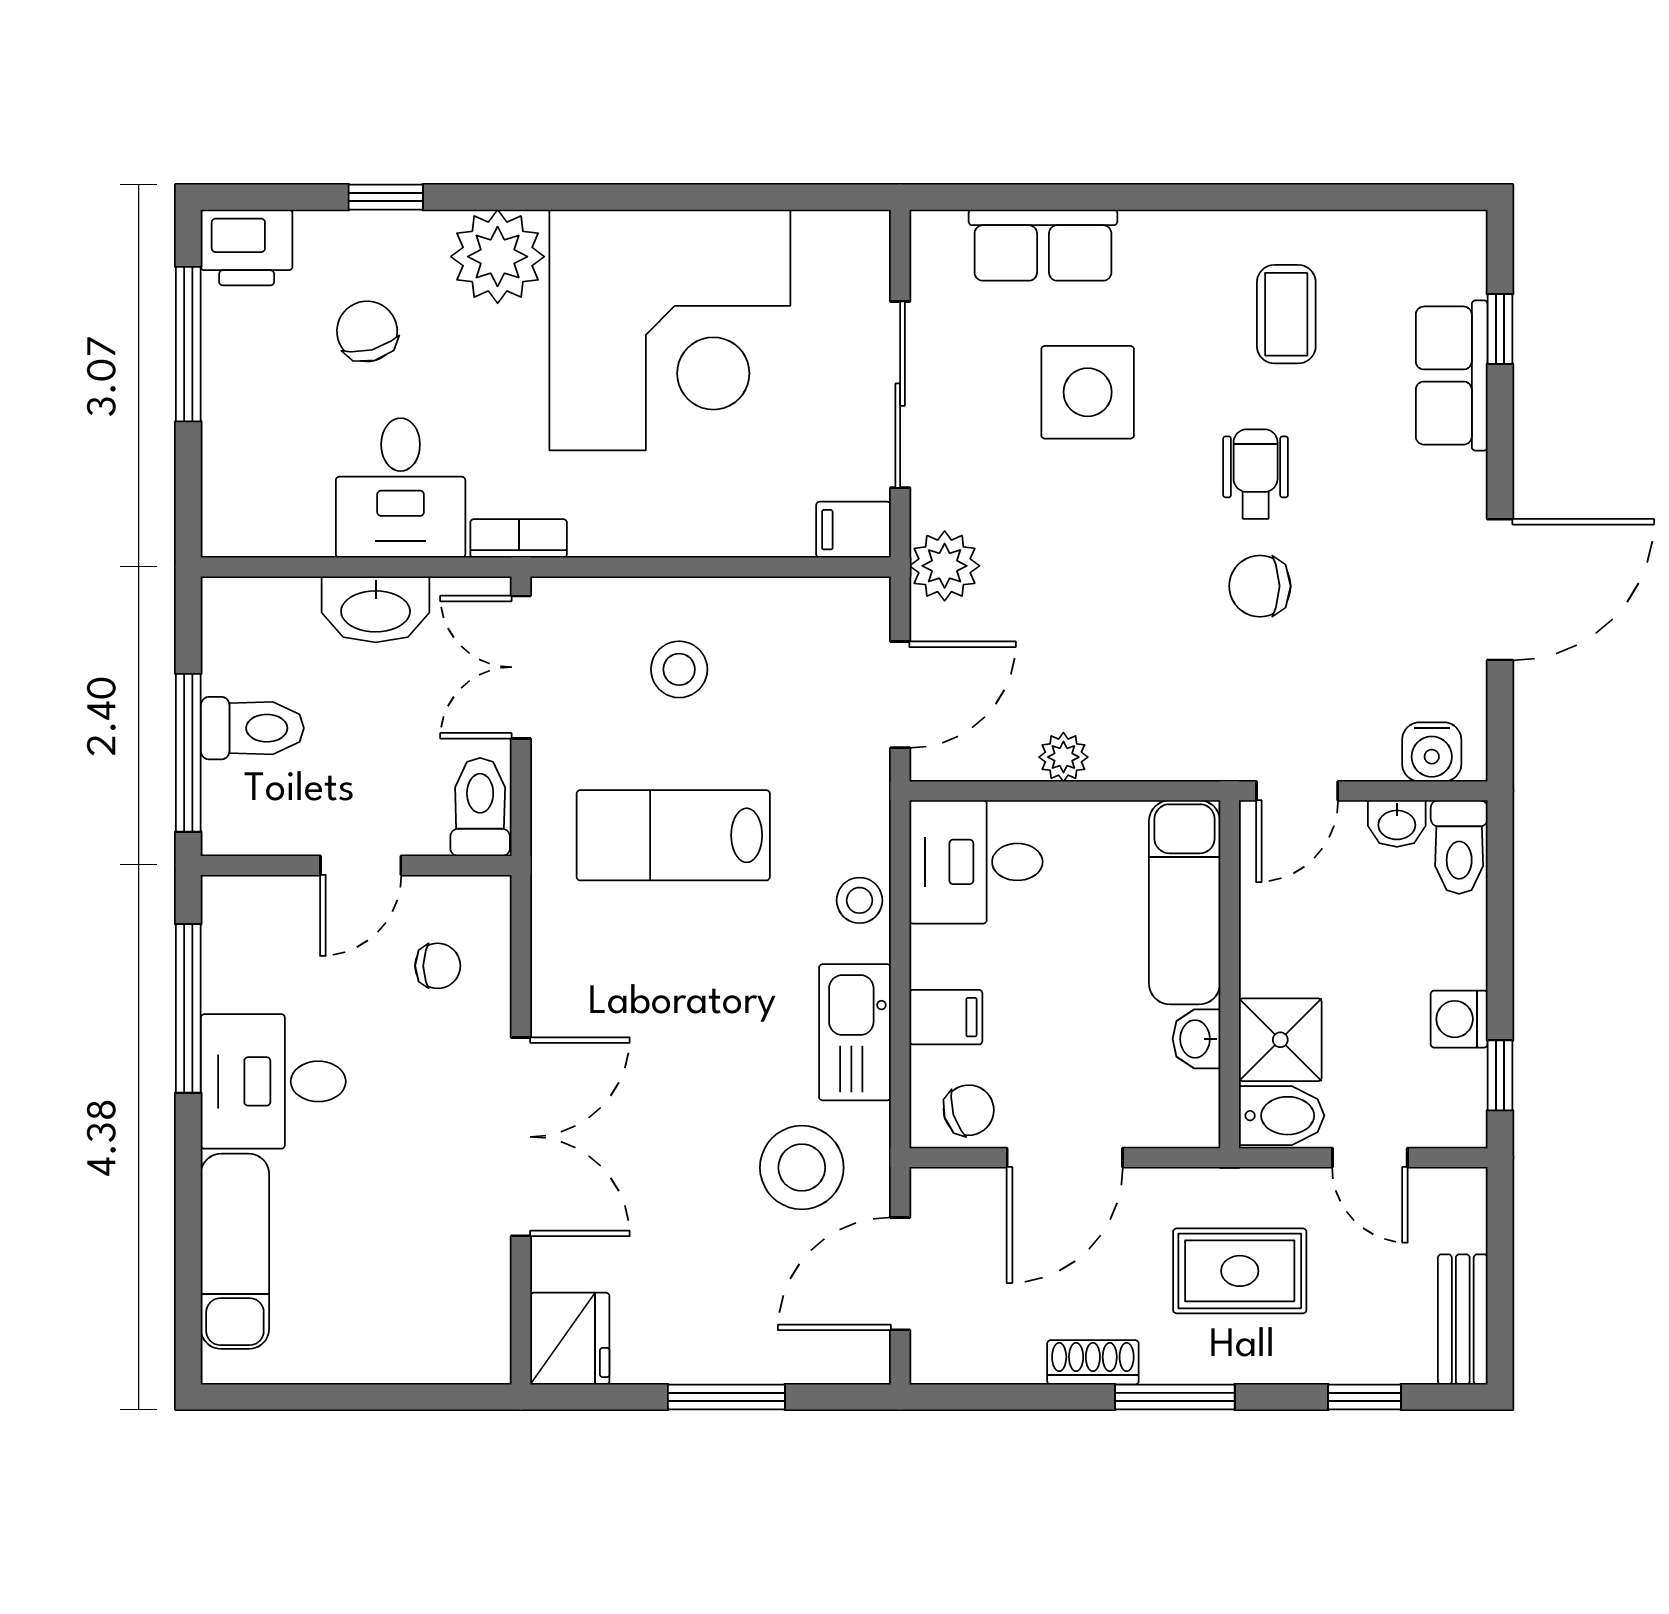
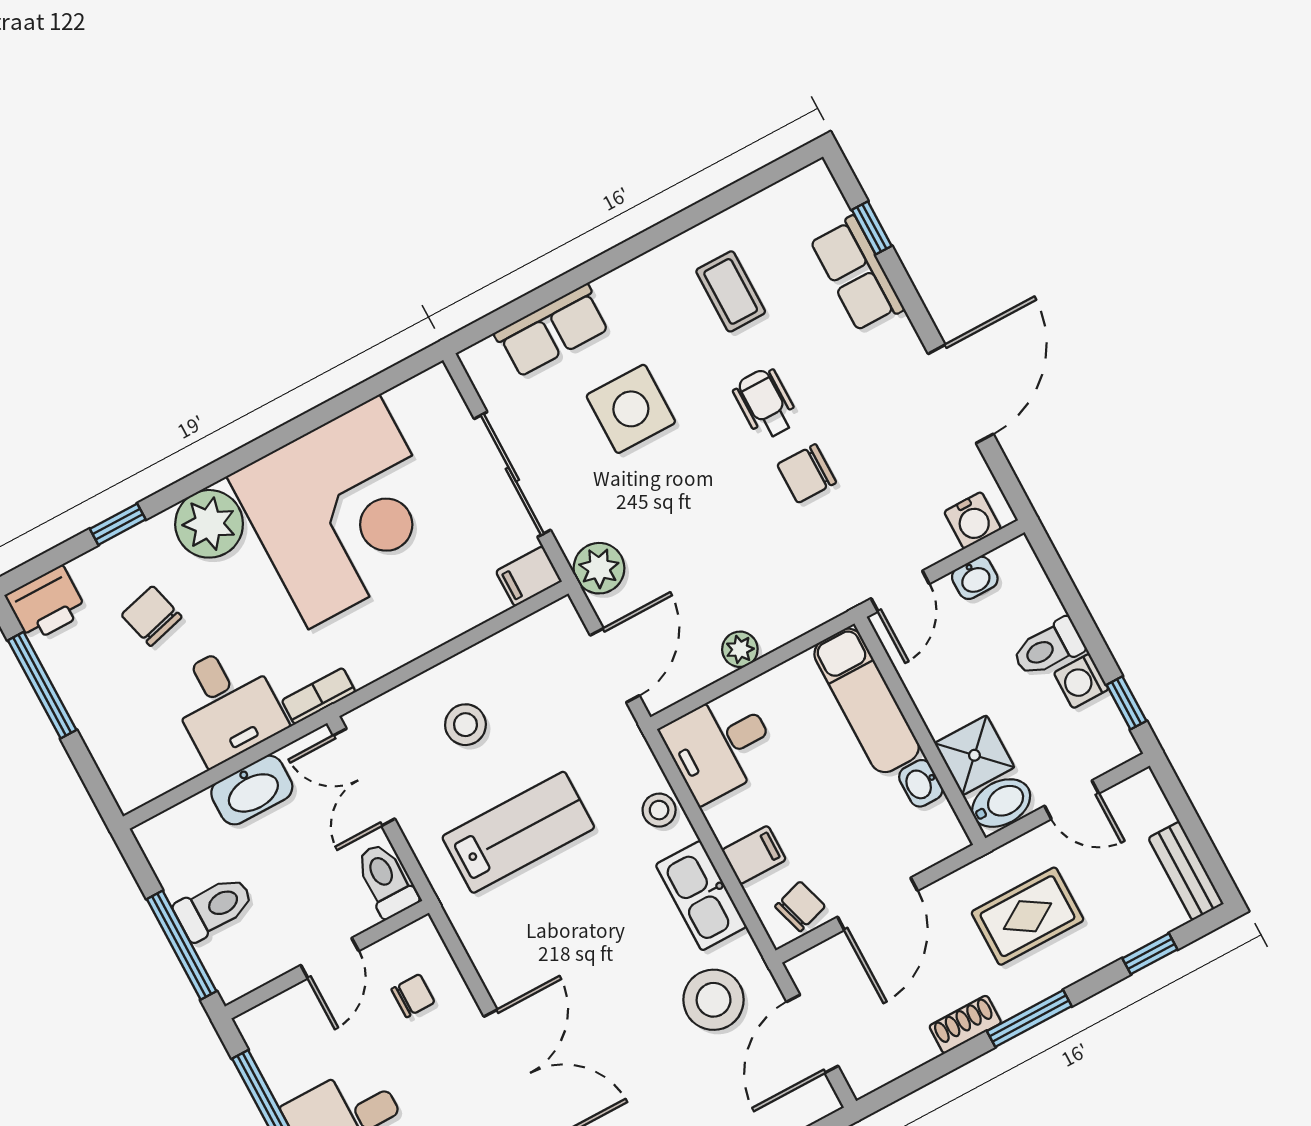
lab bench: (673, 835) -> (518, 832), turned 180
toilet: (1459, 847) -> (1048, 648), moved, turned 90

